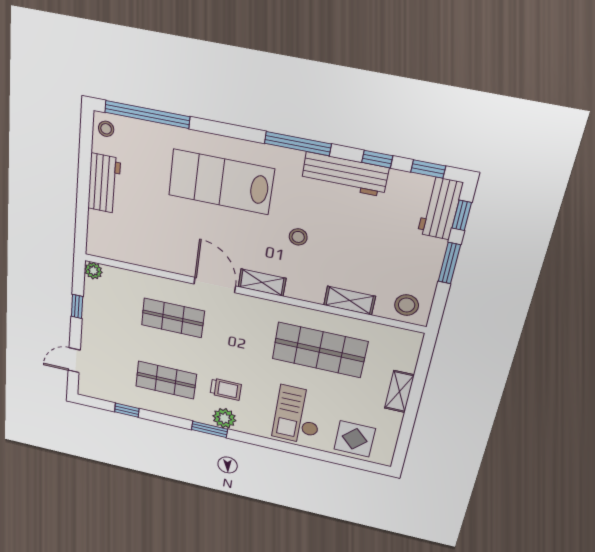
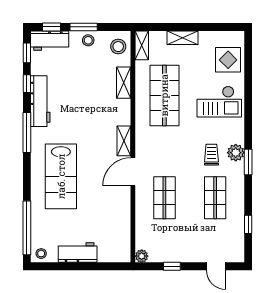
stool: (298, 237) -> (88, 40), moved
shelving: (401, 337) -> (142, 45), added

